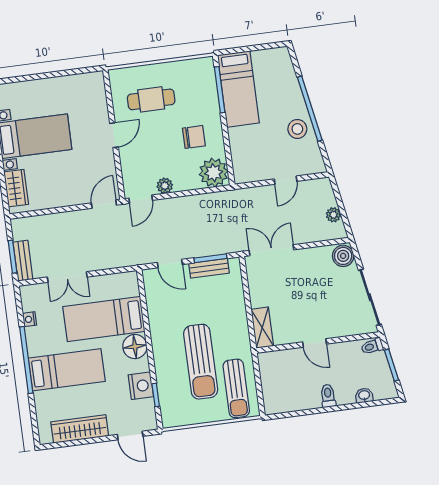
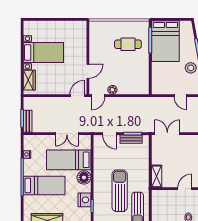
bed: (238, 89) -> (165, 41), width x1.50
cafe table: (151, 99) -> (128, 44), moved
door: (114, 135) -> (88, 71), moved
chair: (194, 137) -> (132, 65), removed
plant: (214, 173) -> (141, 86), removed
door: (286, 180) -> (180, 96), hinge flipped
double door: (67, 277) -> (67, 134), moved
door: (315, 343) -> (185, 189), swing flipped
sun lounger: (201, 362) -> (120, 191), turned 180

